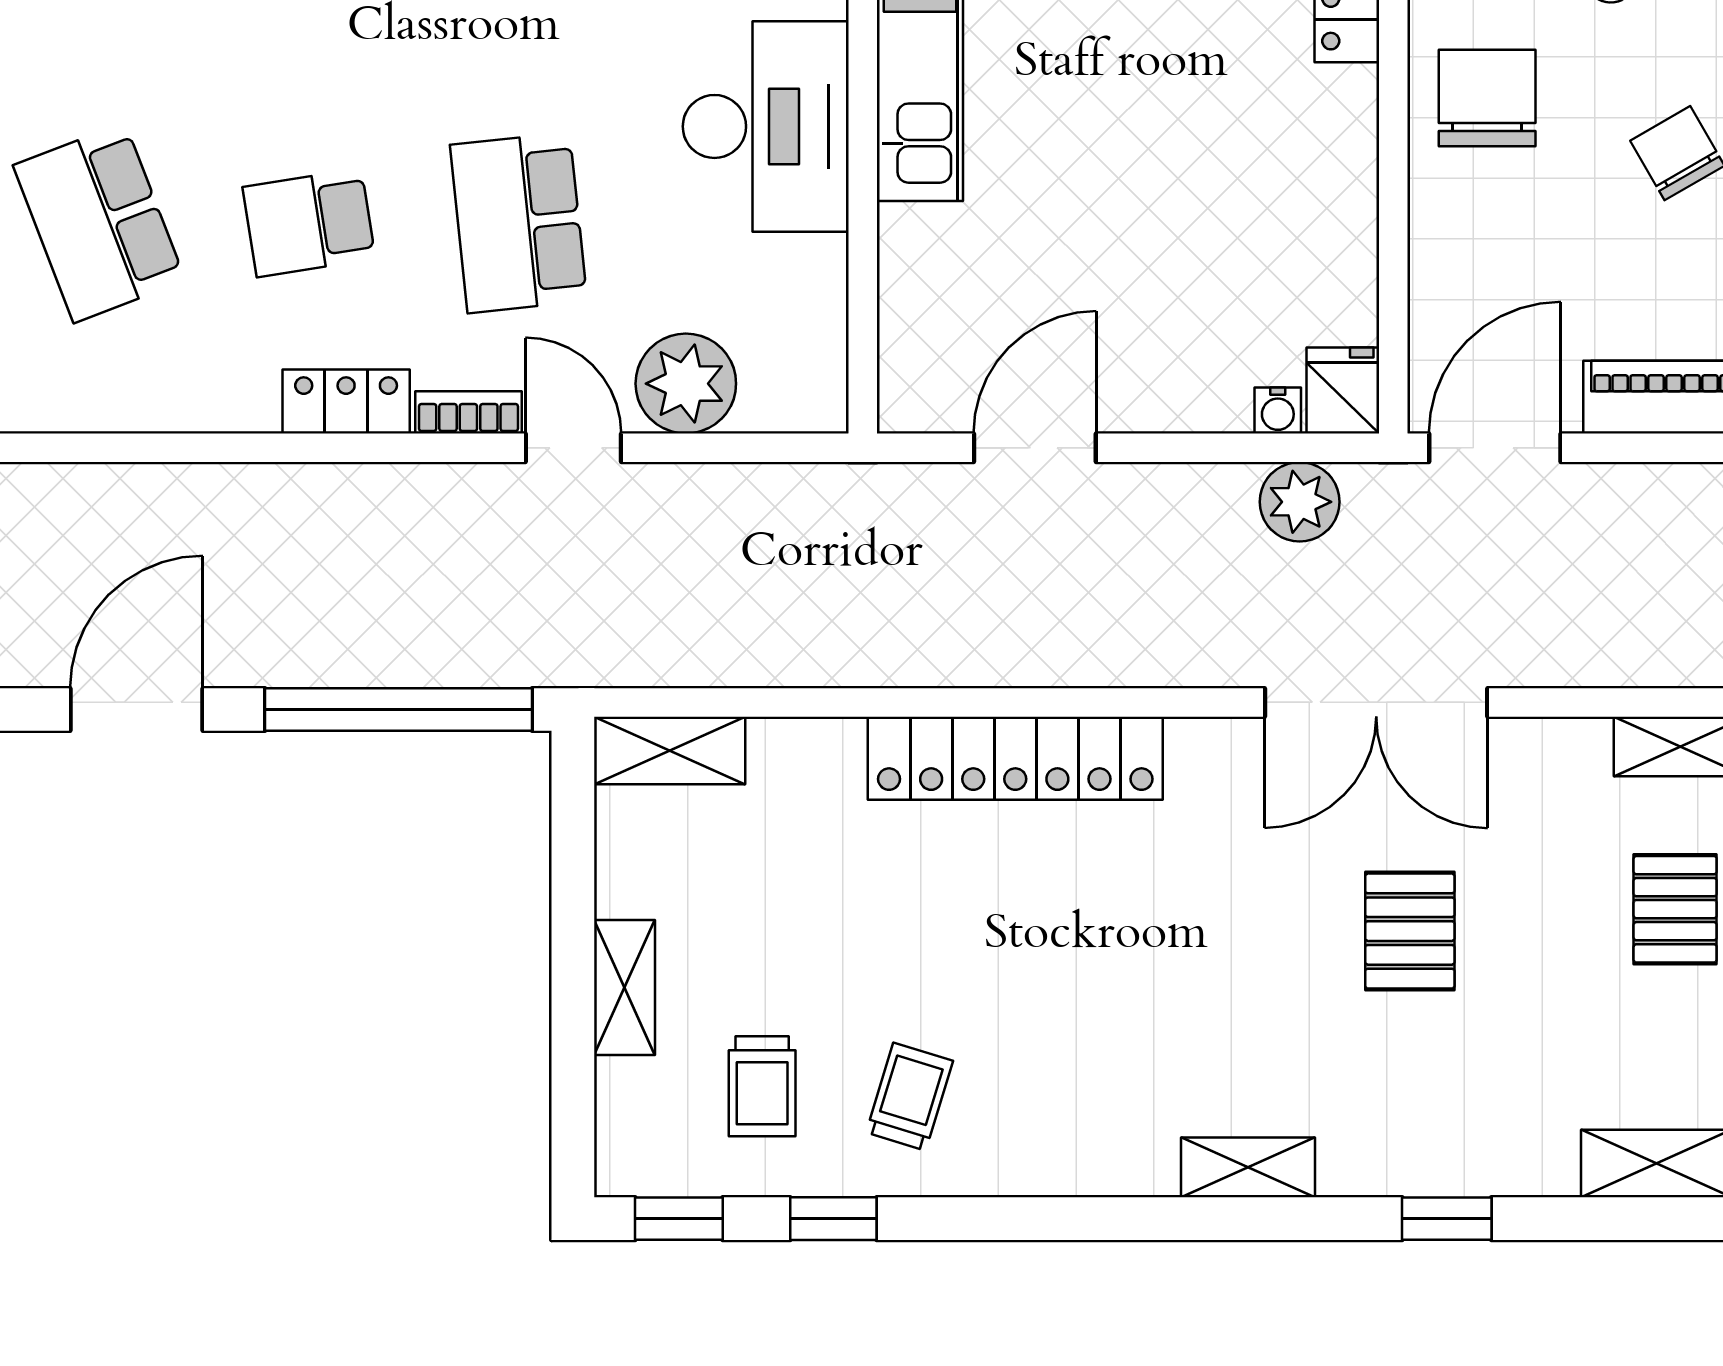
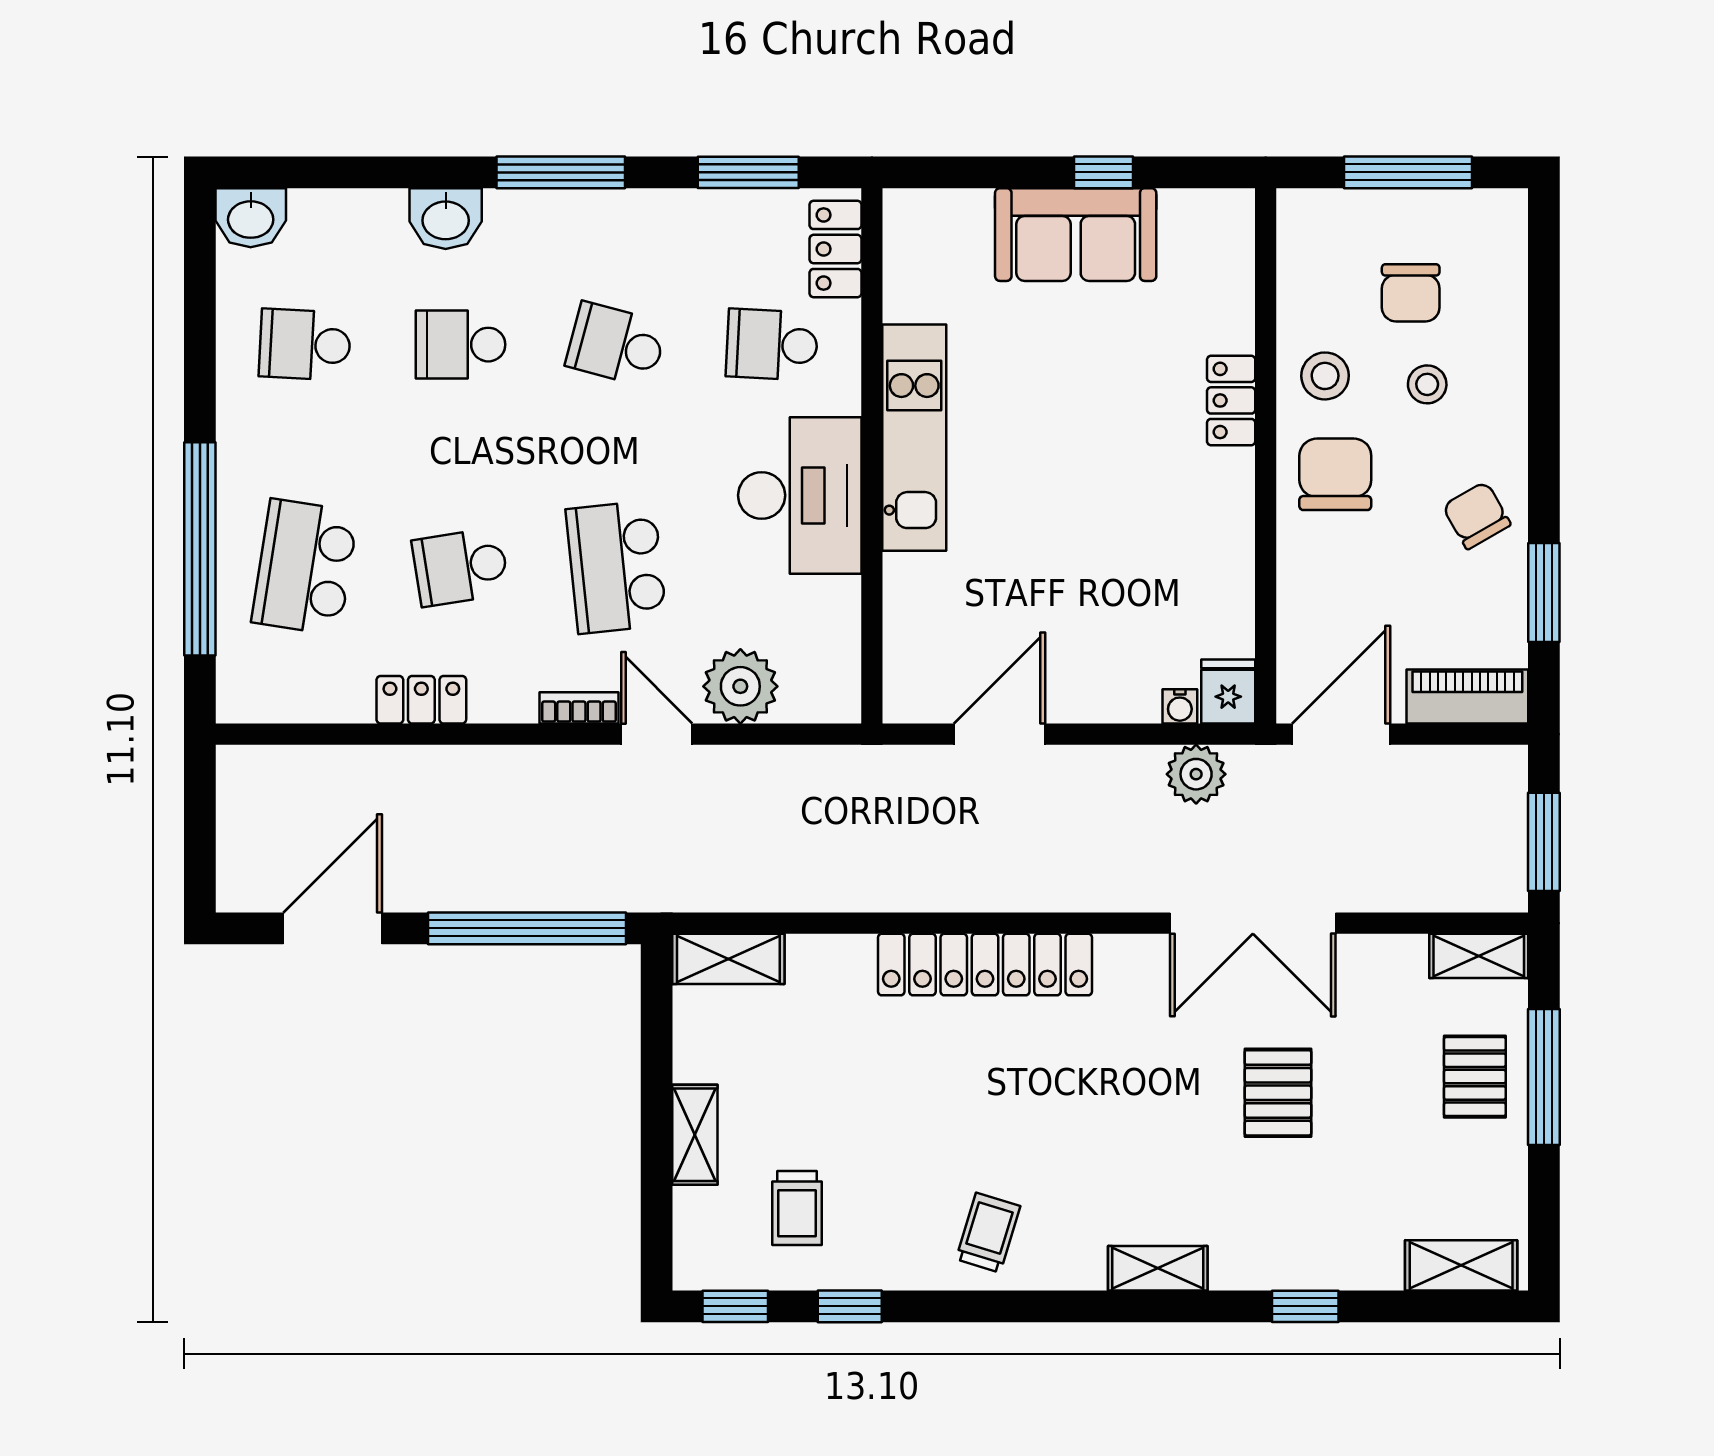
school desk: (99, 223) -> (305, 567), turned 30
locker: (346, 402) -> (421, 700), moved
trolley: (910, 1097) -> (988, 1233), moved

